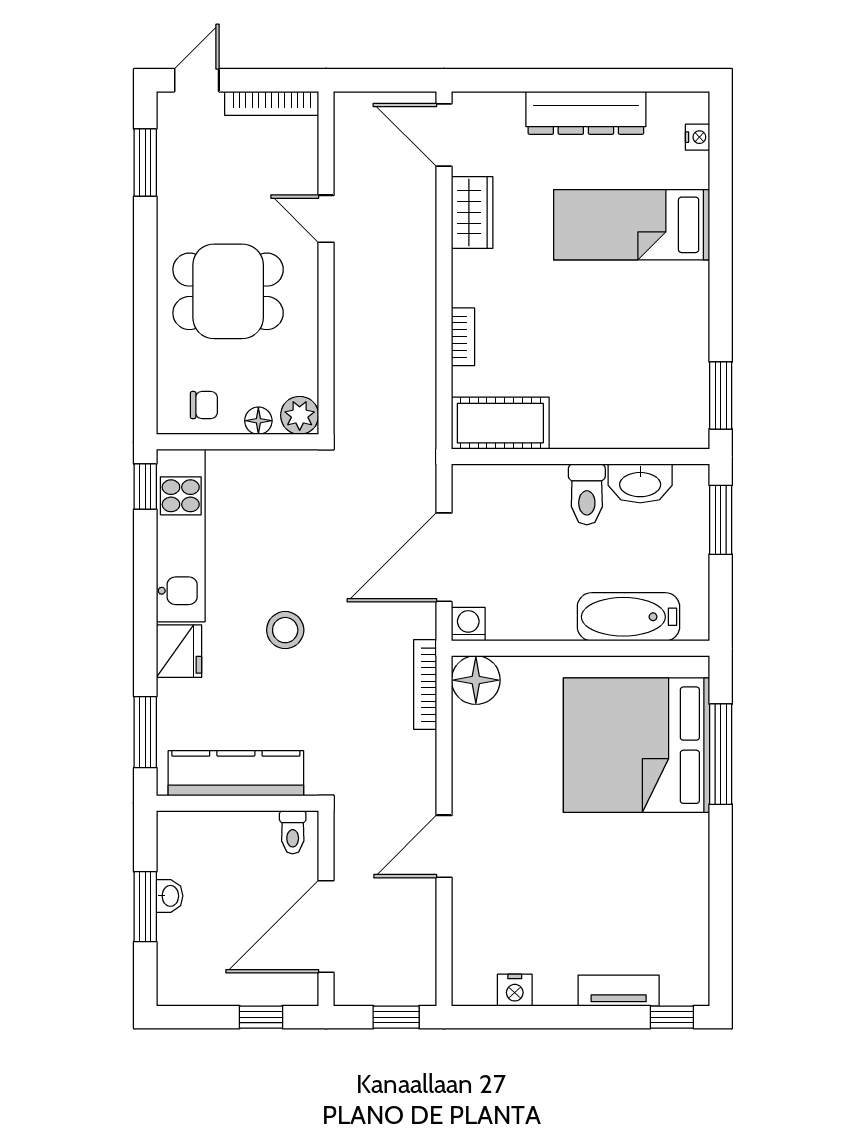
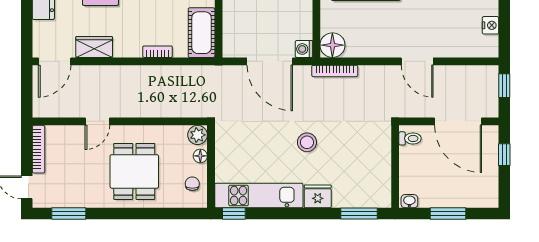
kitchen counter: (236, 773) -> (380, 167), removed
washbasin: (170, 896) -> (409, 201), moved

